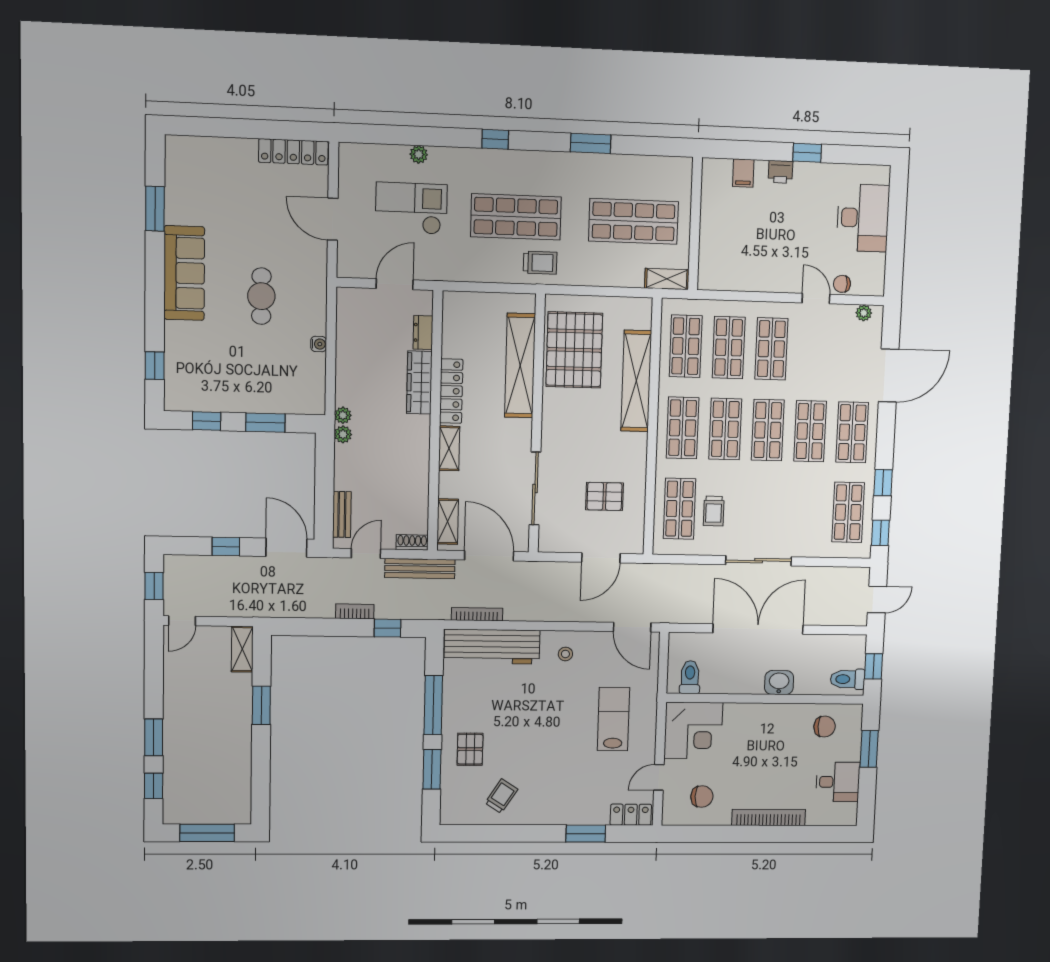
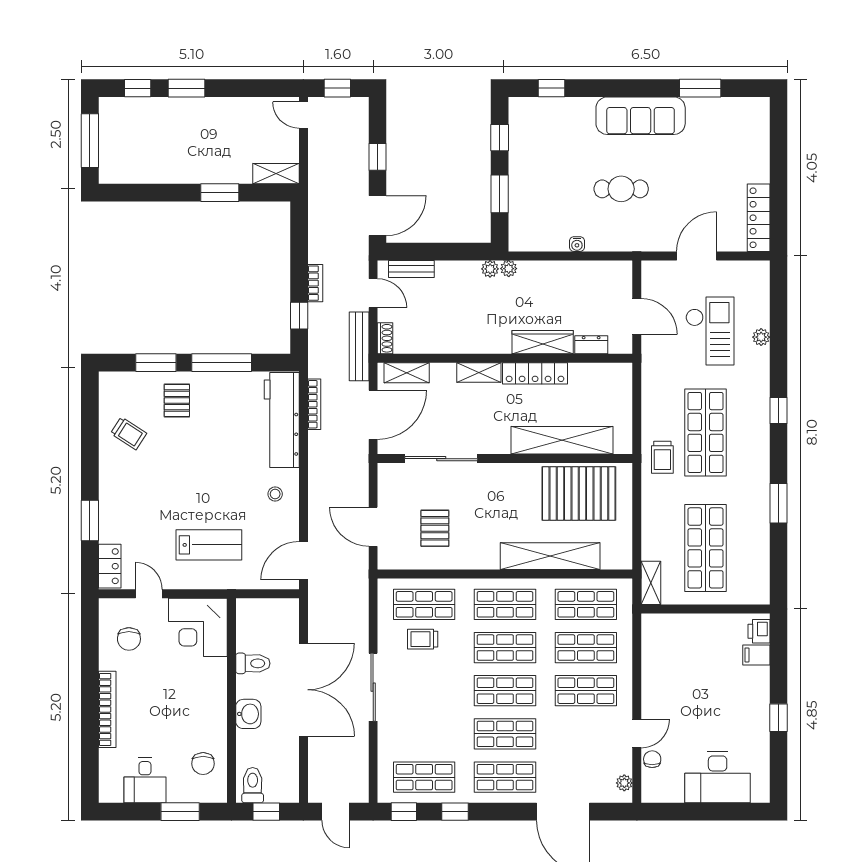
printer: (780, 172) -> (759, 631), moved
toilet: (690, 677) -> (253, 663), moved
pallet: (470, 749) -> (177, 401), turned 90

